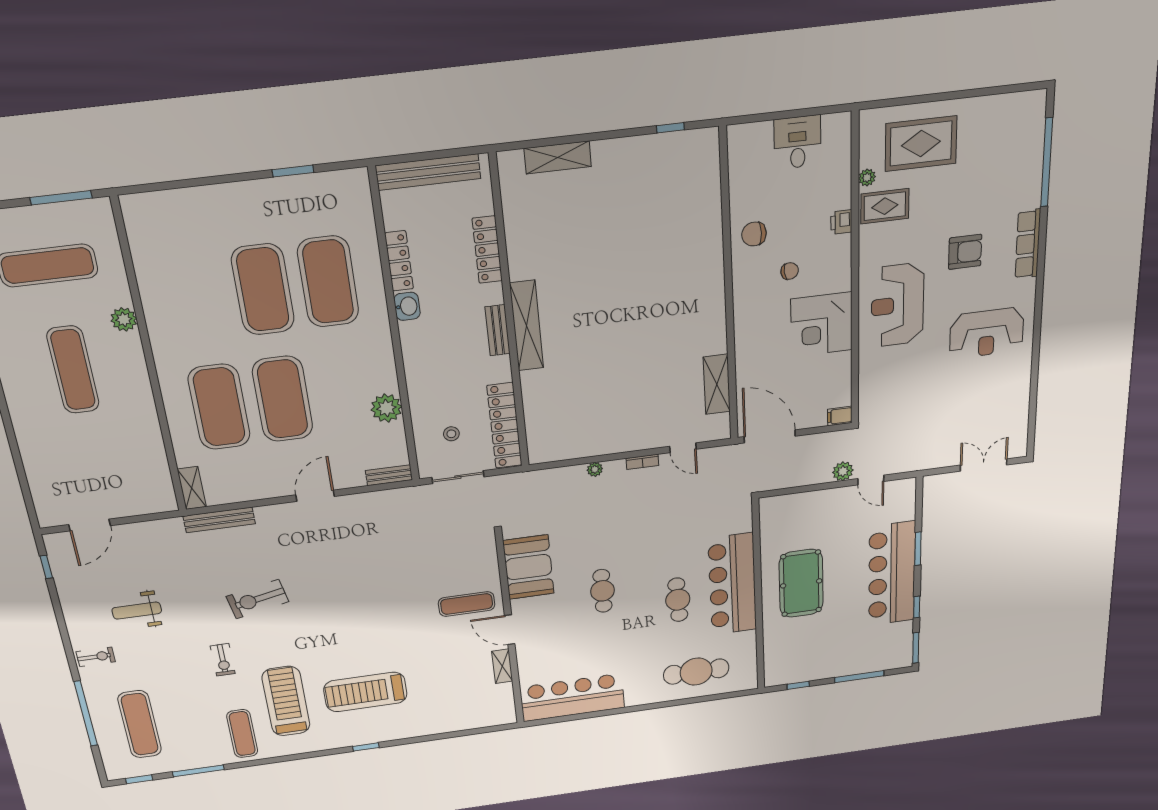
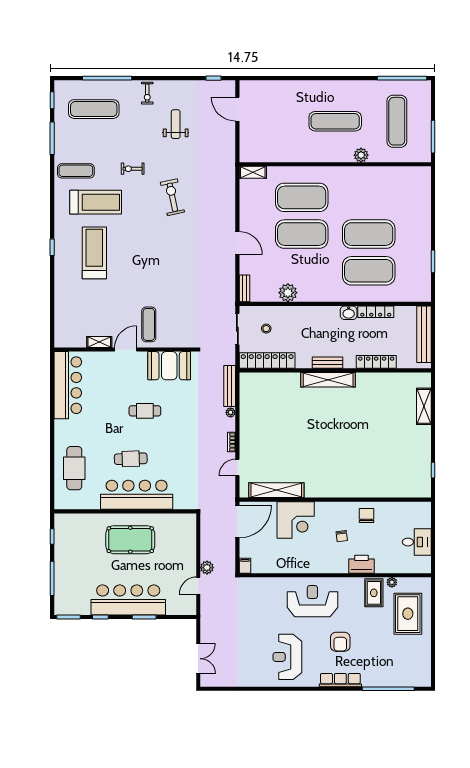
printer: (841, 222) -> (362, 564), width x1.87, depth x1.48
corner desk: (822, 324) -> (296, 520), moved, turned 180
shelving: (717, 384) -> (276, 490), width x1.47
bench: (219, 520) -> (230, 386), moved

